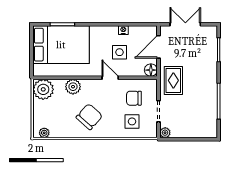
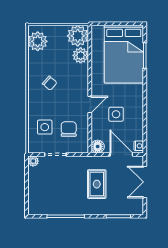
double door: (185, 24) -> (145, 182), swing flipped
nightstand: (123, 30) -> (139, 146), moved
rug: (173, 80) -> (97, 184), moved, turned 90
plant: (73, 87) -> (81, 55), moved
chair: (89, 117) -> (50, 83), width x0.54, depth x0.54
plant: (44, 133) -> (38, 41), width x1.88, depth x1.88

